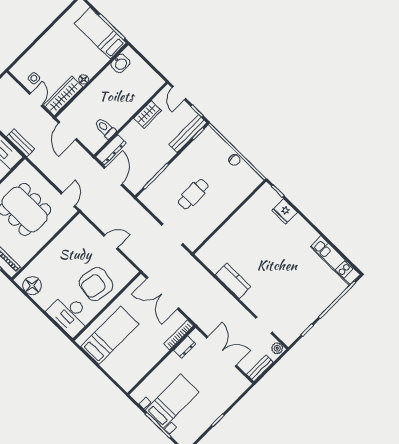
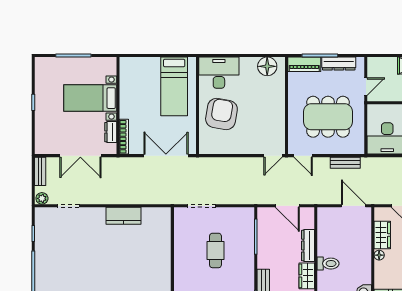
wardrobe: (63, 96) -> (382, 235), width x0.67
toilet: (105, 128) -> (328, 264), moved
bench: (20, 143) -> (345, 163), moved
dresser: (111, 150) -> (308, 246), moved
door: (111, 242) -> (273, 156), moved
bed with nightstands: (172, 401) -> (90, 98), moved, turned 90

